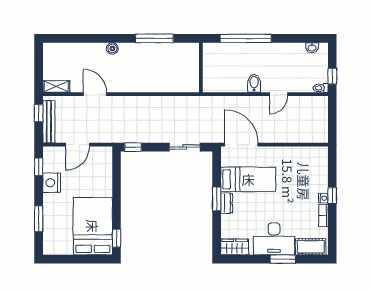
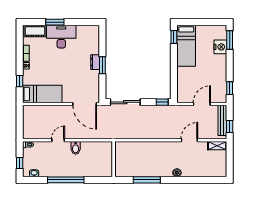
window: (246, 38) -> (66, 180), moved
window: (332, 76) -> (20, 163), moved
door: (95, 94) -> (189, 140), swing flipped
sliding door: (185, 147) -> (125, 102), width x1.37
bed: (248, 179) -> (42, 94), moved, turned 180
nightstand: (52, 183) -> (220, 47), moved
window: (332, 196) -> (20, 81), moved
window: (39, 219) -> (230, 40), moved
bed: (93, 226) -> (186, 46), width x0.67
wardrobe: (235, 247) -> (89, 31), removed

